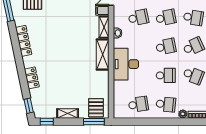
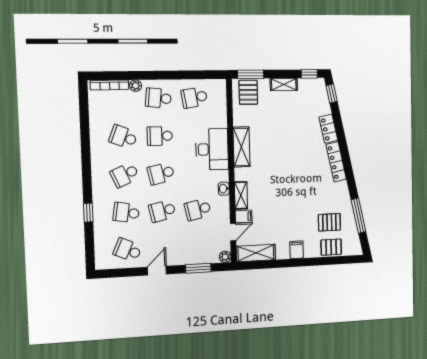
locker: (24, 41) -> (336, 162), moved
shelving: (103, 55) -> (241, 147), moved

